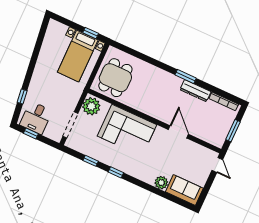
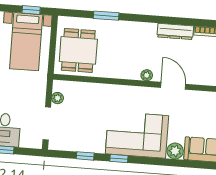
window: (186, 77) -> (106, 16), moved
plant: (91, 106) -> (57, 98), width x0.53, depth x0.53
plant: (161, 116) -> (147, 75), added
corner sofa: (127, 130) -> (137, 135), moved, turned 180

